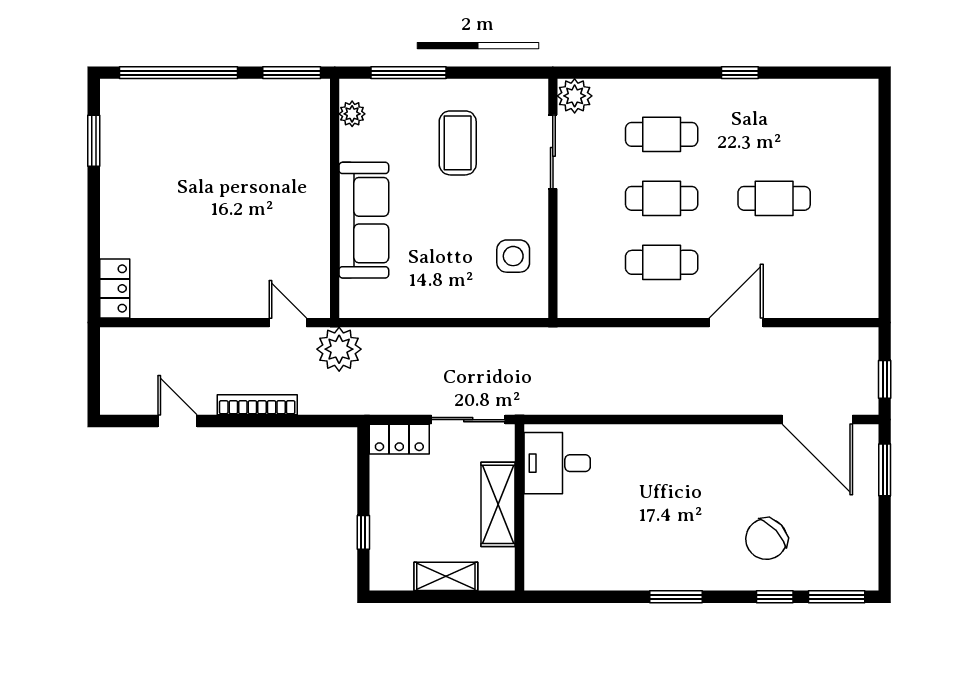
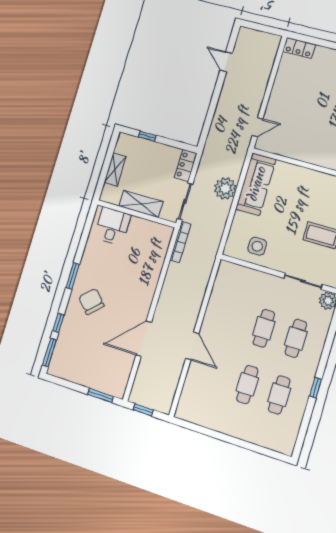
sofa: (364, 220) -> (256, 184), moved, turned -90
cafe table: (662, 262) -> (279, 395), moved
plant: (339, 349) -> (225, 188), moved
bookcase: (257, 405) -> (180, 242), moved
door: (817, 420) -> (144, 339), moved
door: (177, 421) -> (226, 62), swing flipped
desk: (557, 463) -> (112, 226), moved
chair: (766, 539) -> (91, 301), moved

